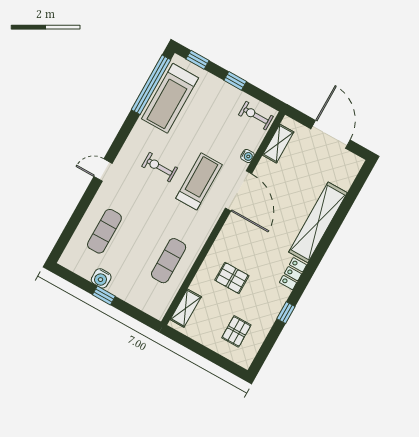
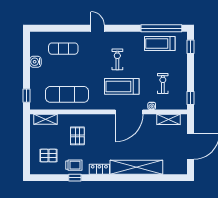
window: (235, 81) -> (190, 98), moved
treadmill: (170, 98) -> (160, 43), width x0.73, depth x0.73
exercise bike: (256, 116) -> (163, 84), moved
treadmill: (199, 181) -> (122, 86), turned 180
exercise mat: (169, 261) -> (67, 94), width x1.36, depth x1.45
window: (104, 296) -> (27, 96), moved
trolley: (268, 305) -> (74, 165), added

